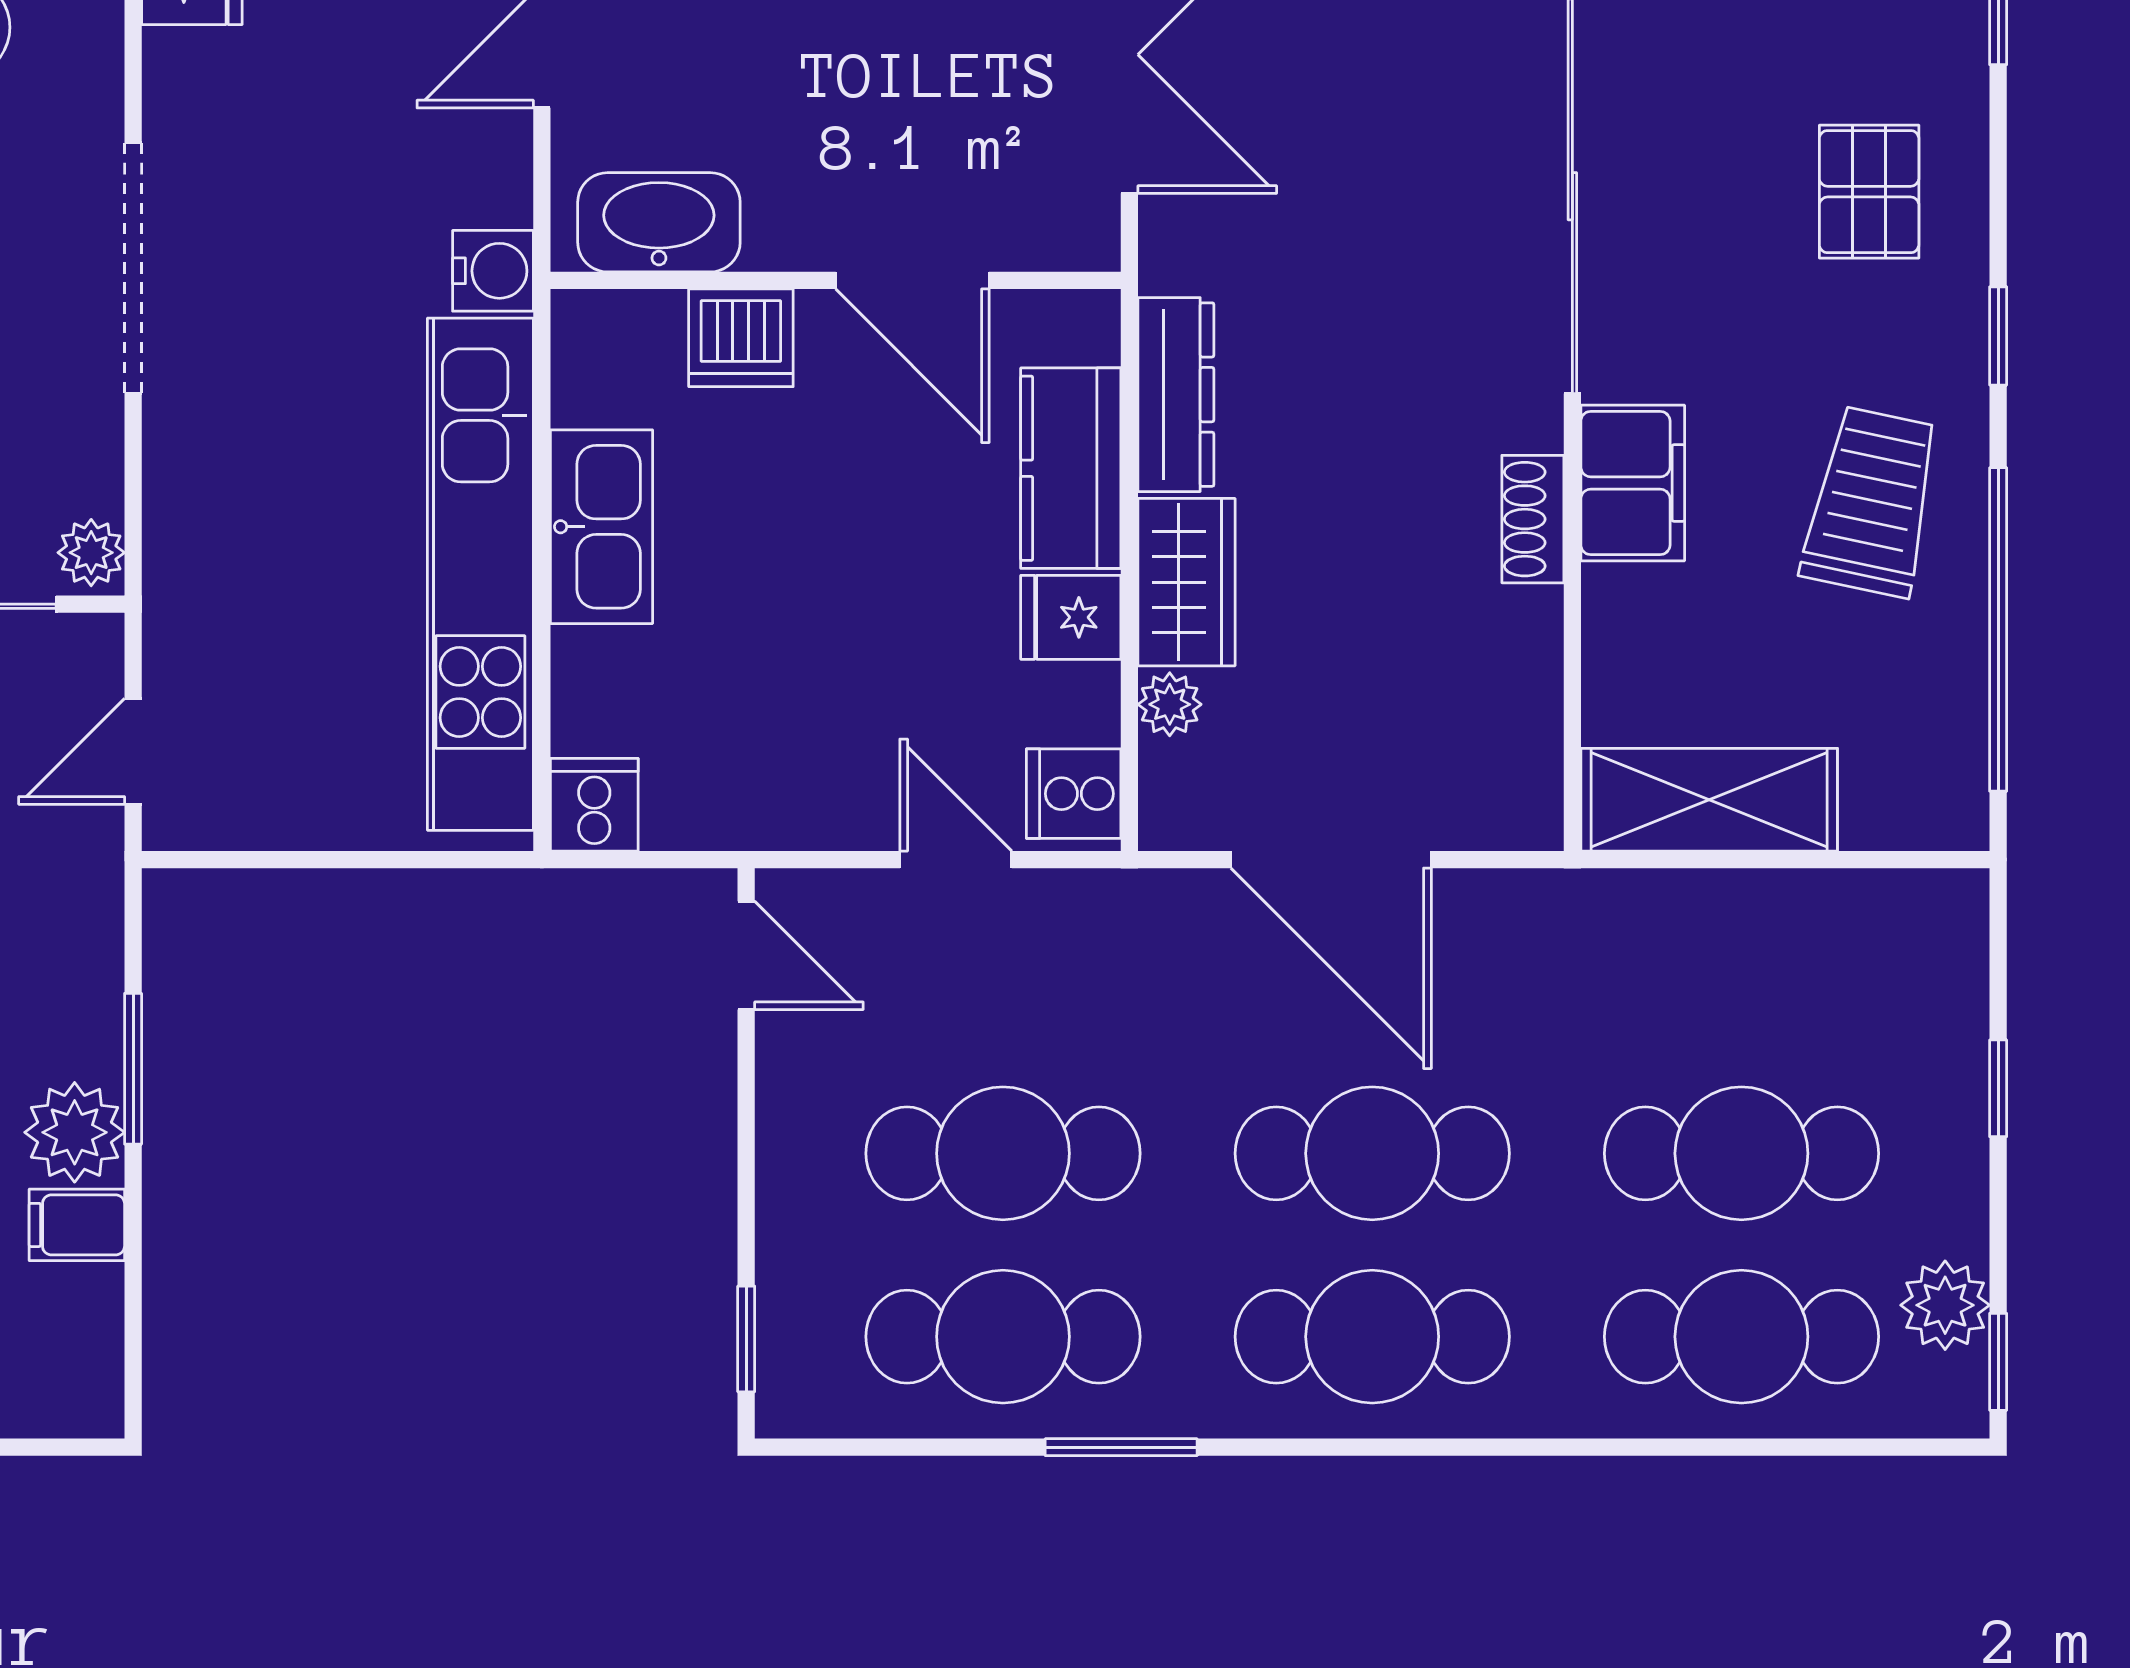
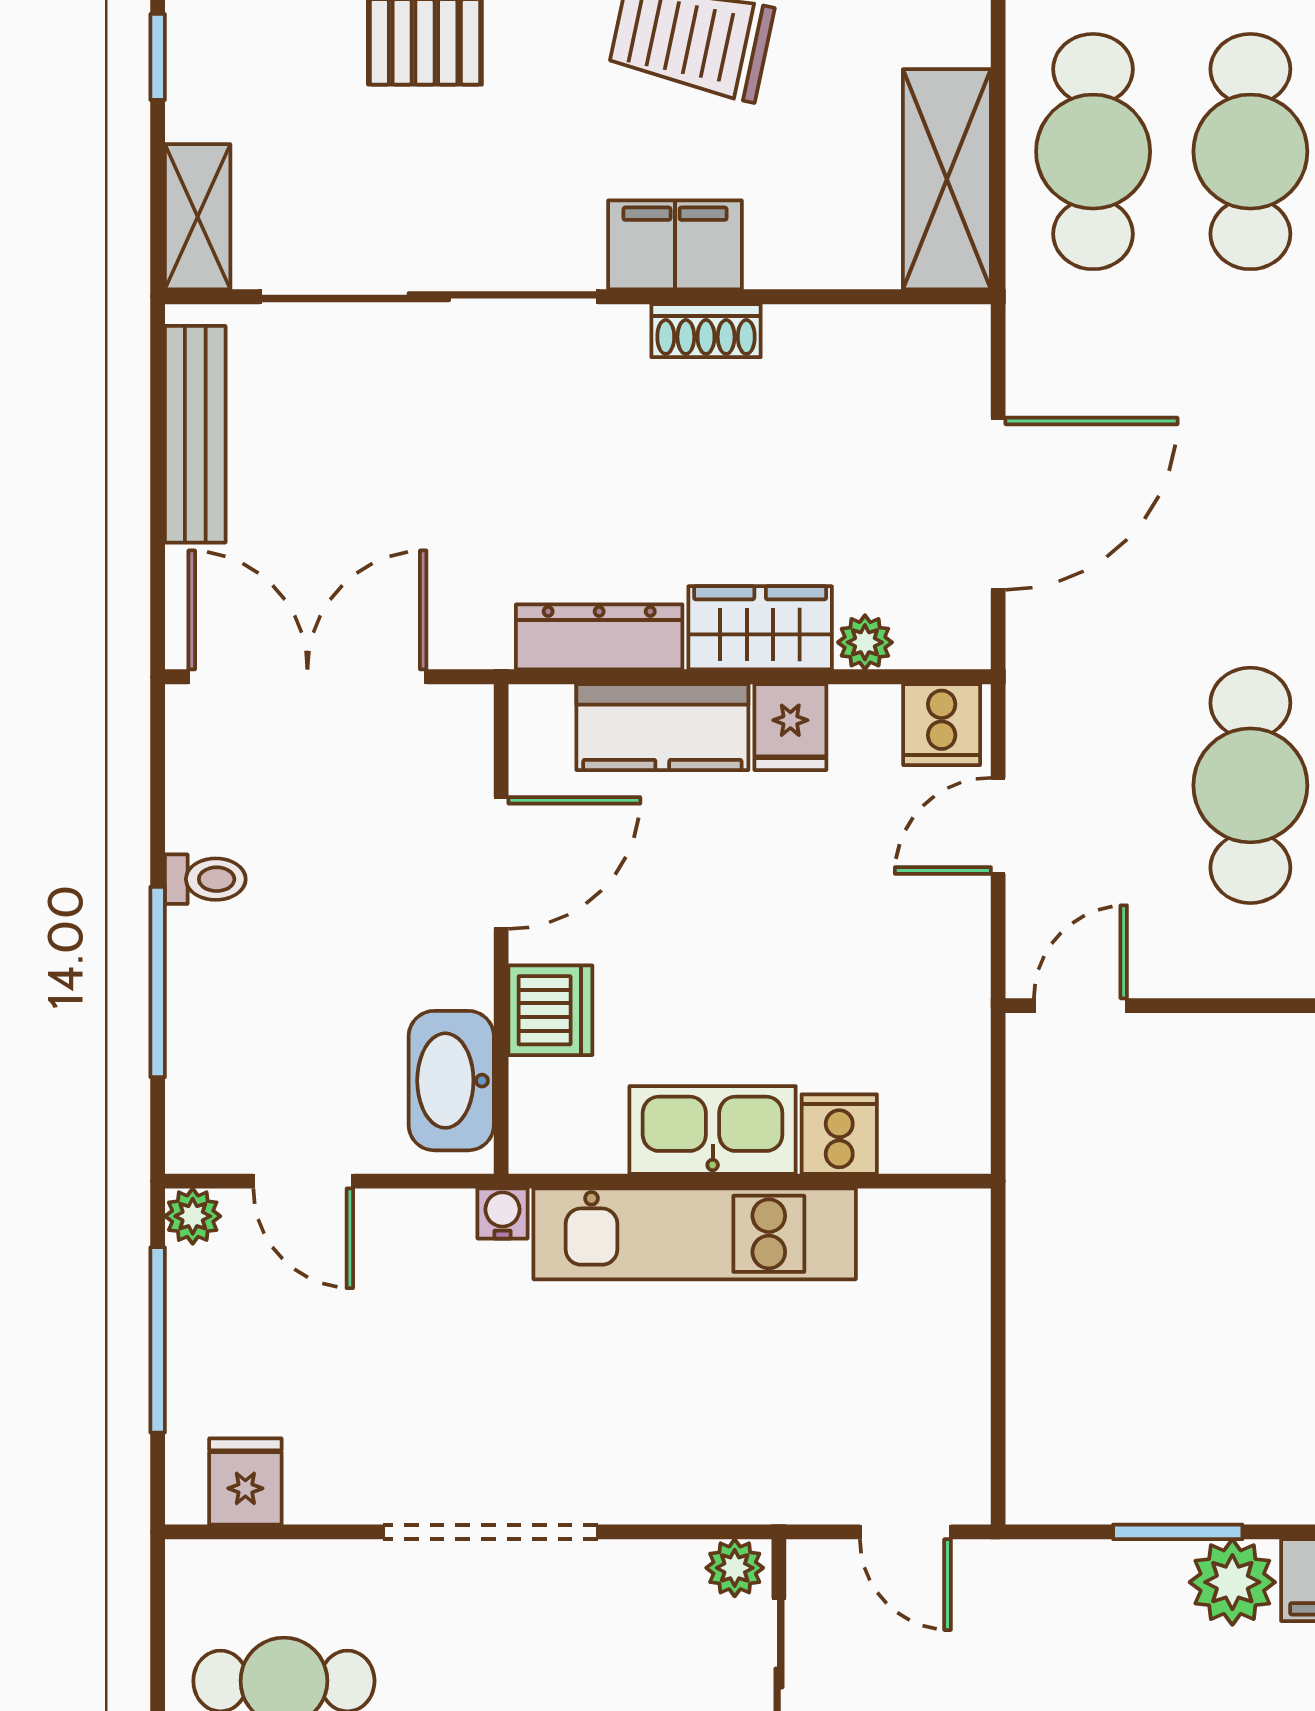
water cooler: (493, 271) -> (503, 1213), width x0.72, depth x0.72
kitchen unit: (480, 574) -> (695, 1234), width x0.73
cooker: (594, 805) -> (839, 1134), moved, turned 90
cafe table: (1372, 1153) -> (1093, 152), moved

